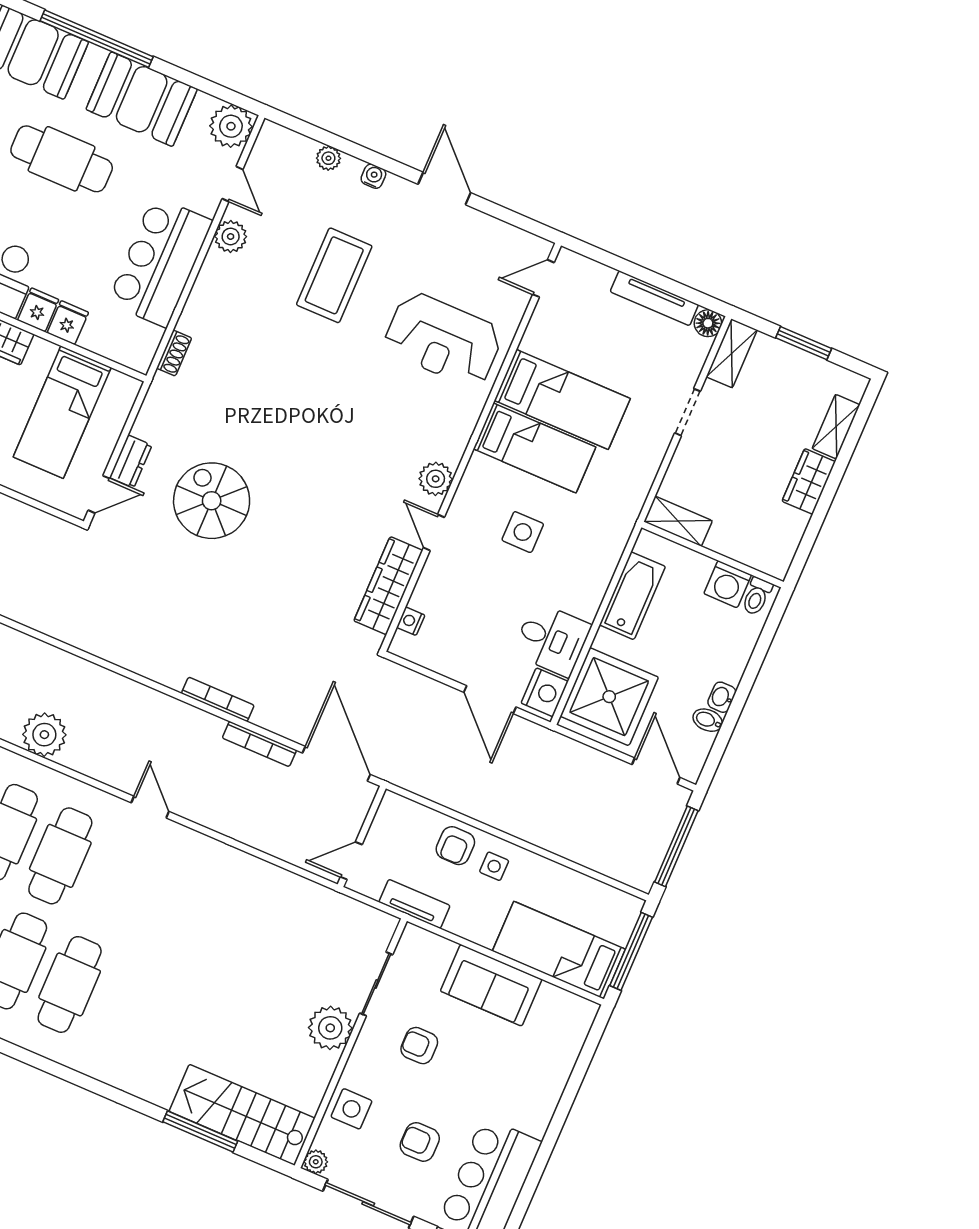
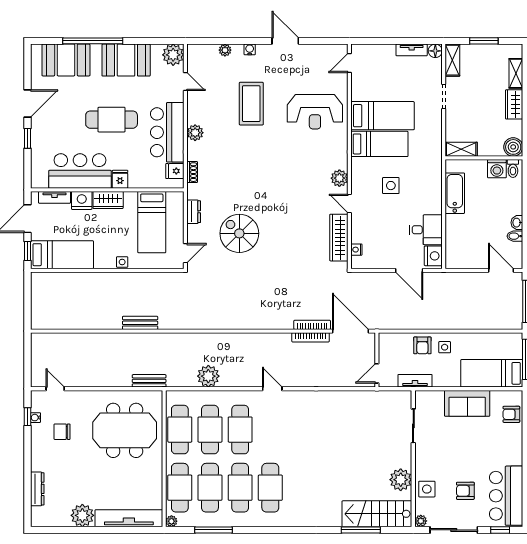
cafe table: (62, 159) -> (112, 120), moved
plant: (231, 236) -> (195, 133), moved
tv unit: (654, 298) -> (412, 50), width x0.71
fridge: (68, 323) -> (175, 171), moved, turned -90
dresser: (131, 461) -> (194, 212), moved
boiler: (774, 558) -> (513, 147), added
shower: (609, 697) -> (464, 245), removed
bookcase: (218, 699) -> (312, 325), moved
plant: (330, 1028) -> (401, 480), moved
armchair: (419, 1046) -> (511, 414), moved

